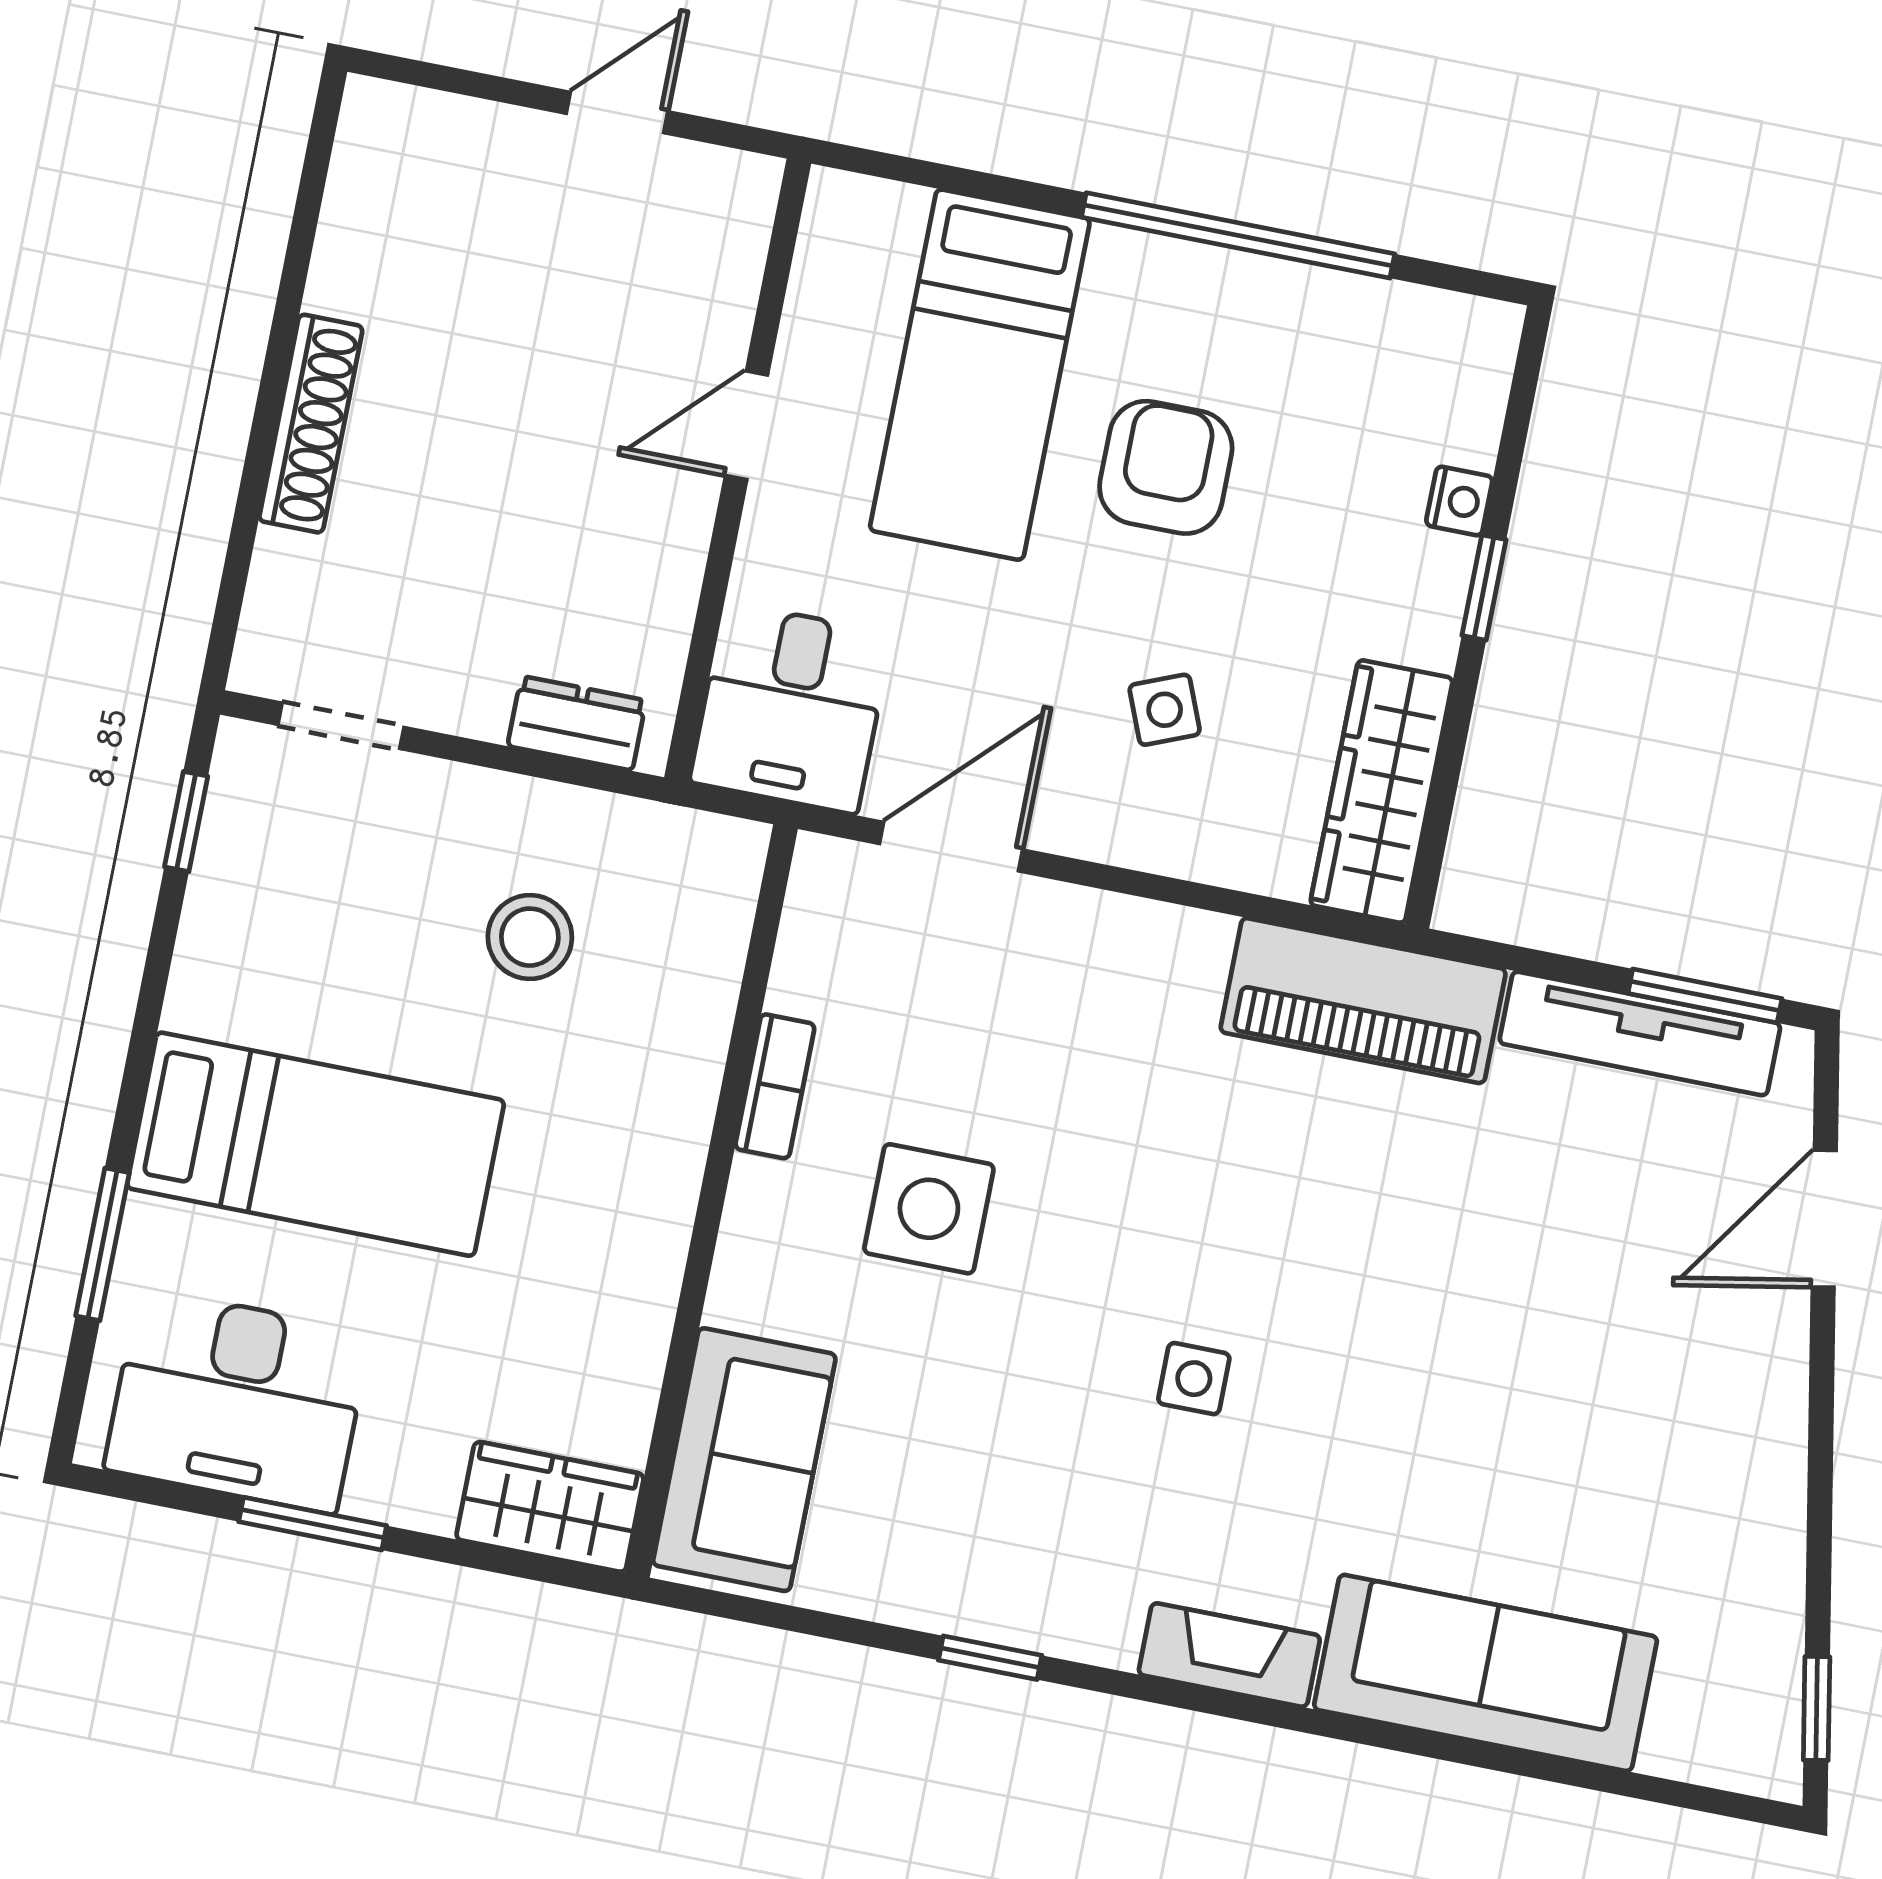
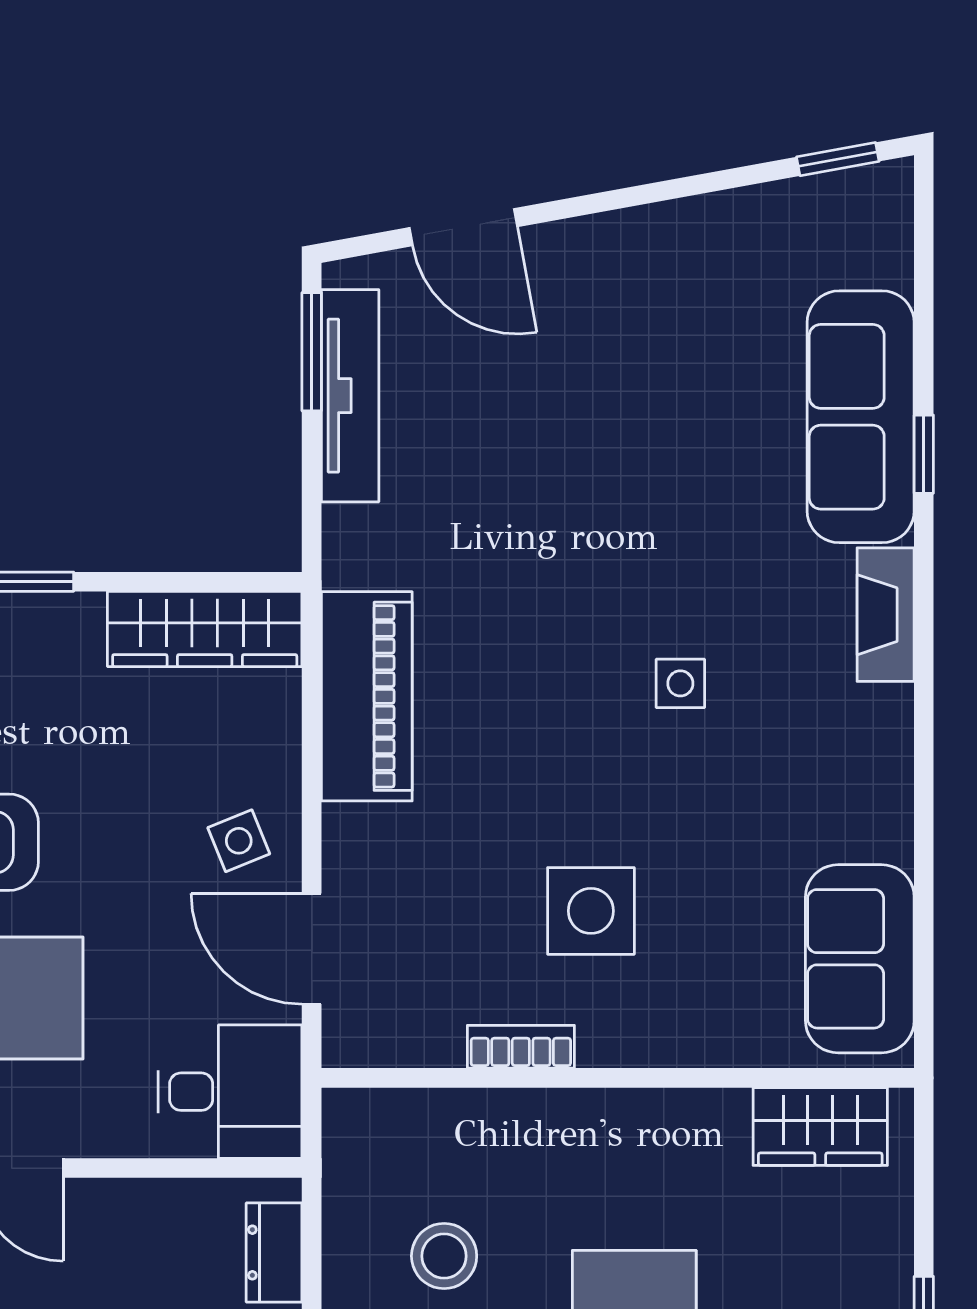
side table: (1165, 710) -> (239, 841), moved
piano: (1363, 1001) -> (367, 696), moved
sofa: (744, 1460) -> (860, 959), moved, turned -90
wardrobe: (550, 1507) -> (820, 1126), moved, turned -90
window: (990, 1658) -> (924, 454), moved

